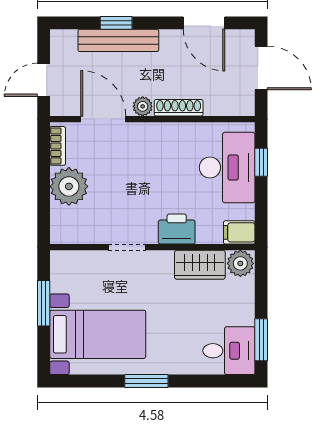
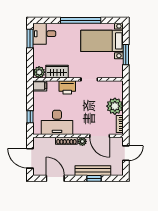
desk: (227, 167) -> (57, 122), moved, turned -90
window: (146, 381) -> (81, 20), width x2.11

